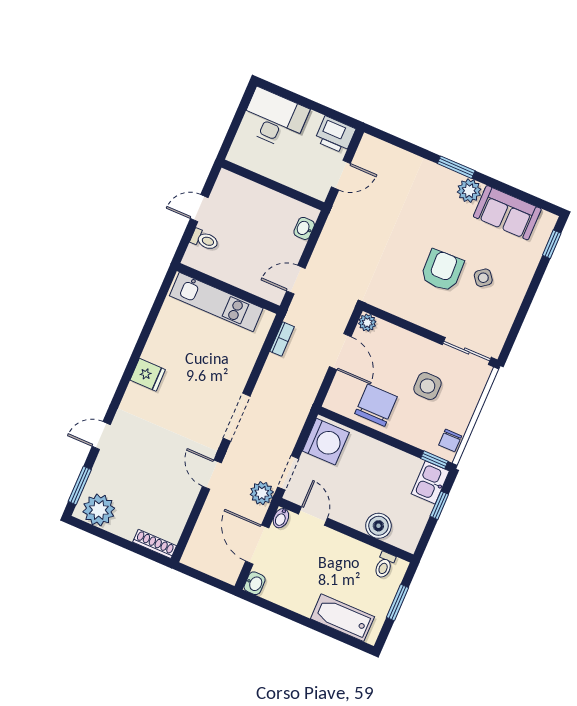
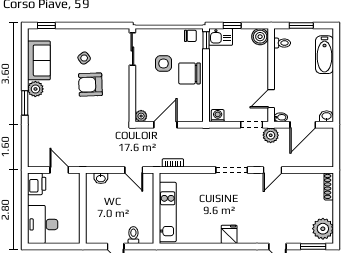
chair: (376, 405) -> (190, 73), moved
washing machine: (326, 442) -> (218, 116), width x0.53, depth x0.53
boiler: (378, 526) -> (260, 37), moved

